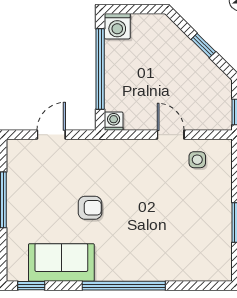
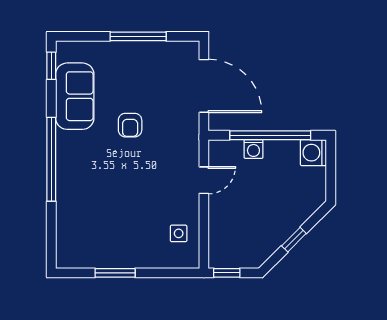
washing machine: (114, 121) -> (253, 149), moved, turned 90
door: (51, 135) -> (204, 86), width x1.88
door: (171, 135) -> (204, 180), moved

